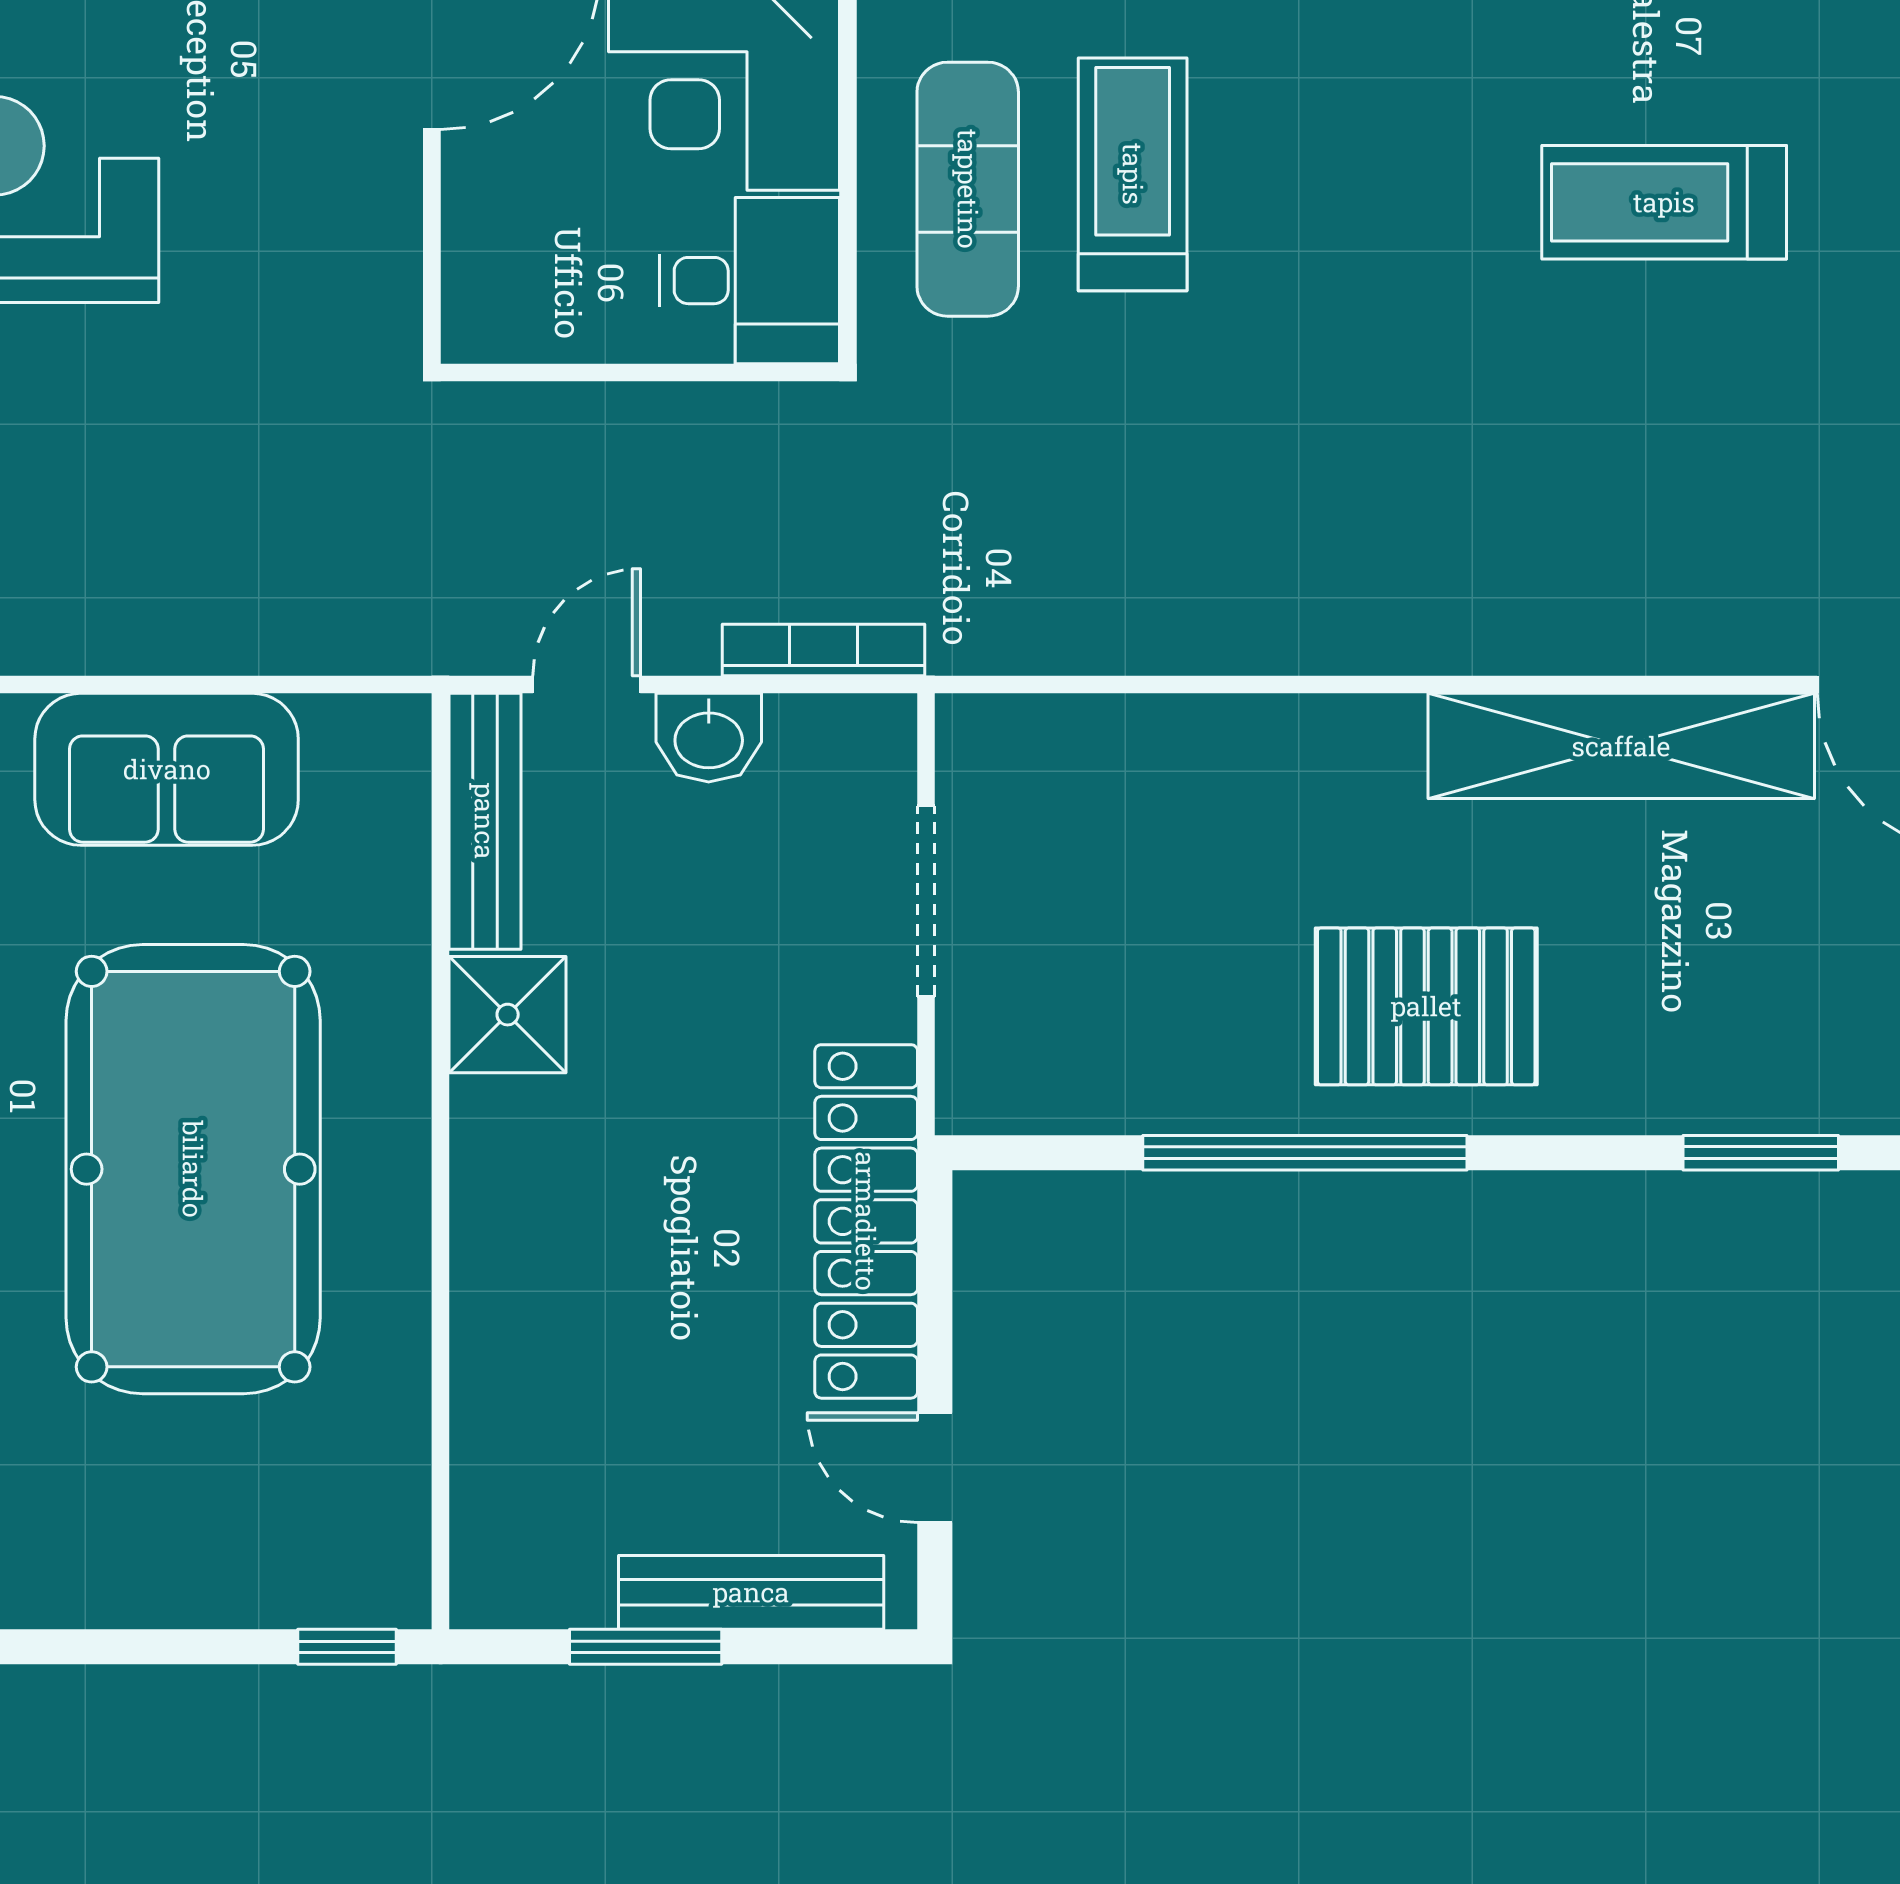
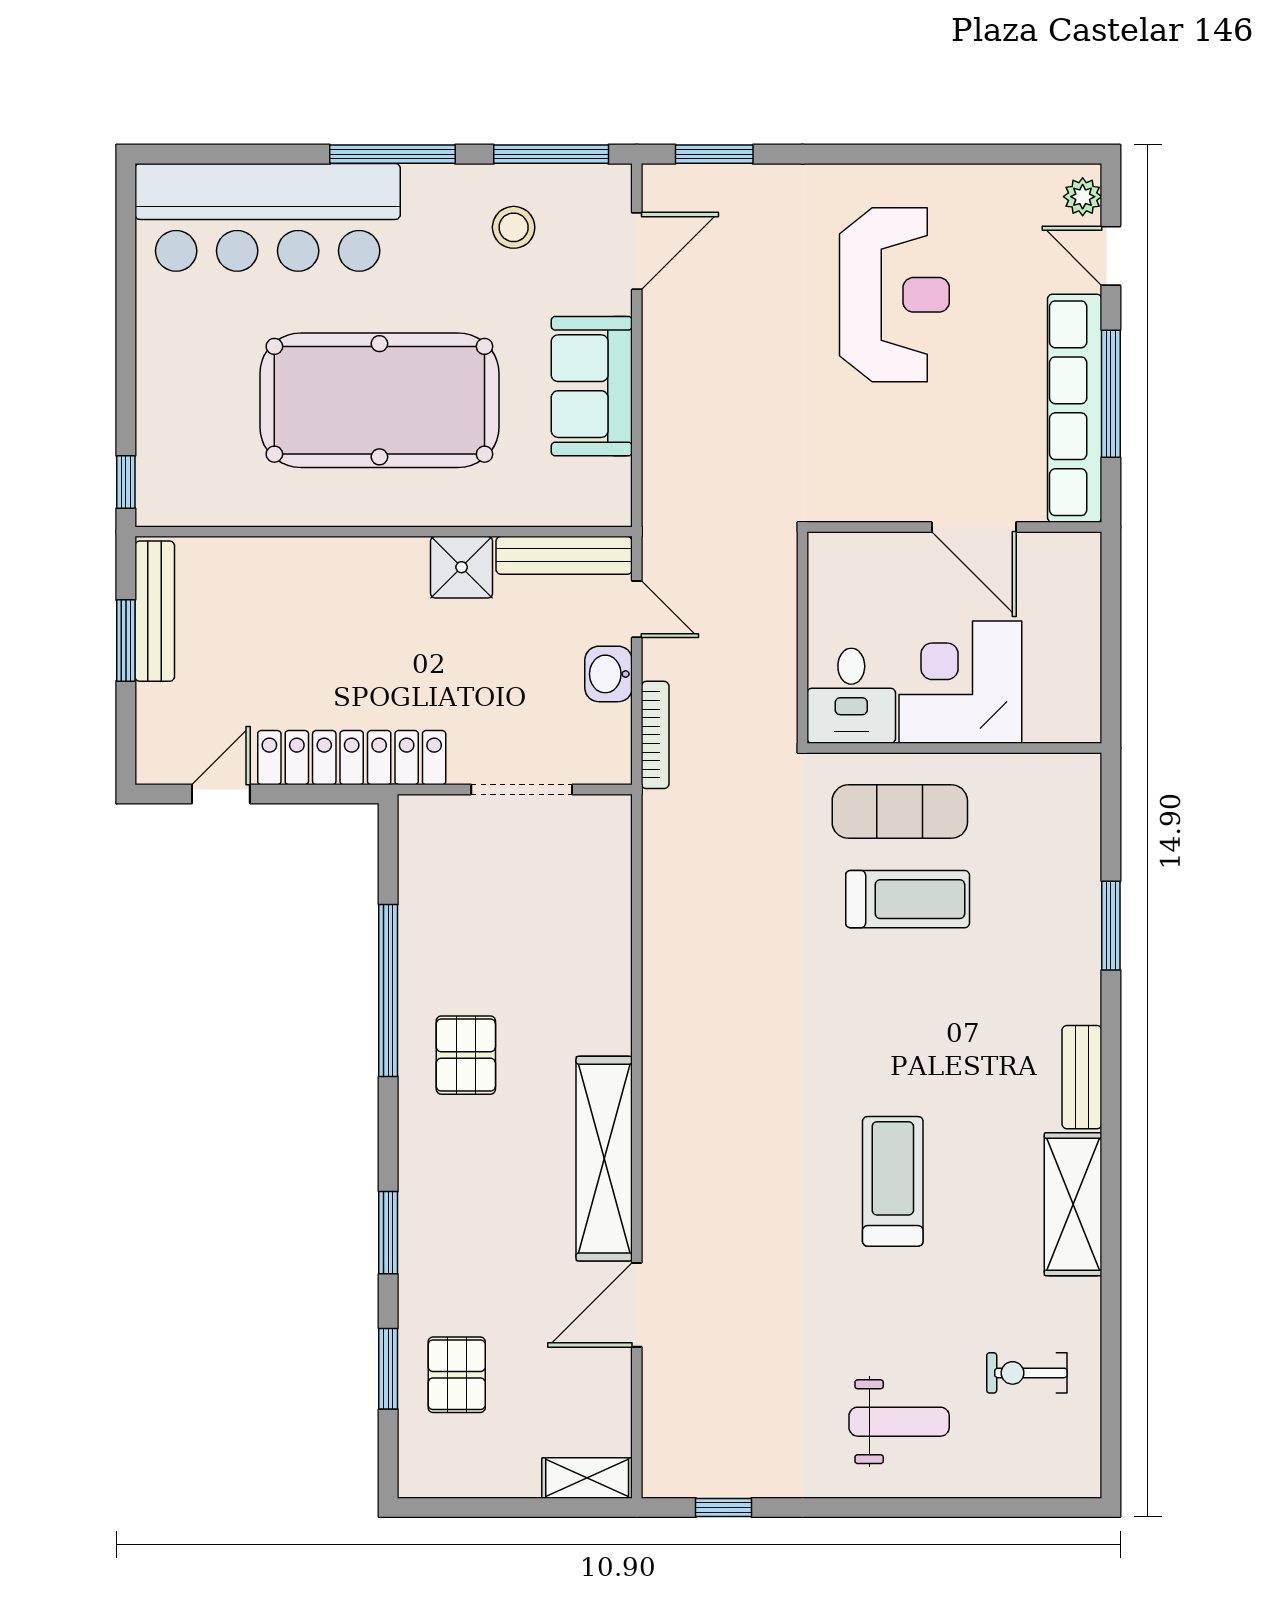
pallet: (1426, 1006) -> (466, 1055), width x0.67, depth x0.71
bench: (751, 1592) -> (155, 611), moved

